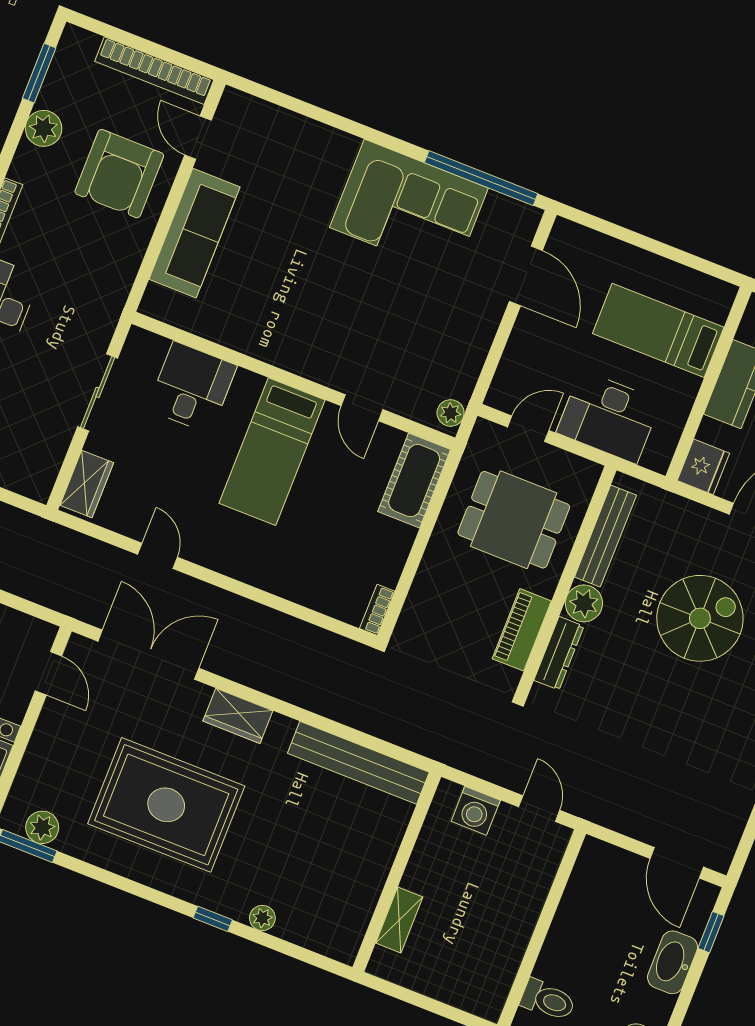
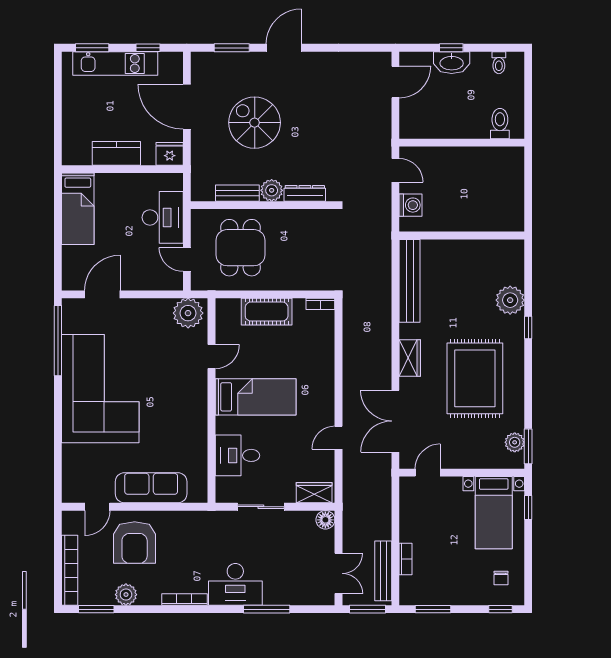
bookcase: (154, 71) -> (70, 570), moved
armchair: (119, 174) -> (135, 543), turned 90
corner sofa: (409, 208) -> (100, 389), width x1.36, depth x1.36
bed: (658, 330) -> (78, 209), moved
plant: (451, 413) -> (188, 313), width x1.87, depth x1.87
cot: (414, 481) -> (267, 312), moved
floor lamp: (38, 485) -> (325, 520), added
bench: (605, 536) -> (237, 193), width x0.73
piano: (522, 630) -> (300, 219), removed
door: (539, 809) -> (395, 170), swing flipped
plant: (262, 918) -> (510, 300), width x1.88, depth x1.88
shelving: (399, 920) -> (488, 224), removed
window: (711, 932) -> (451, 48), moved

